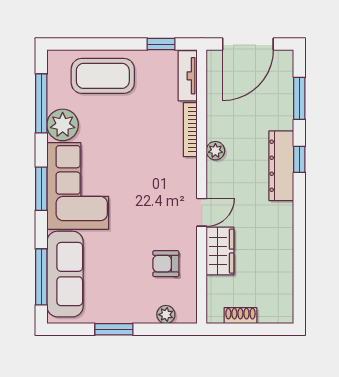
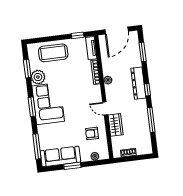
window: (41, 103) -> (27, 69), width x0.69
window: (299, 159) -> (147, 90), moved
door: (202, 212) -> (105, 108), swing flipped
window: (299, 250) -> (151, 120), added
sofa: (65, 274) -> (60, 156), moved, turned -90

